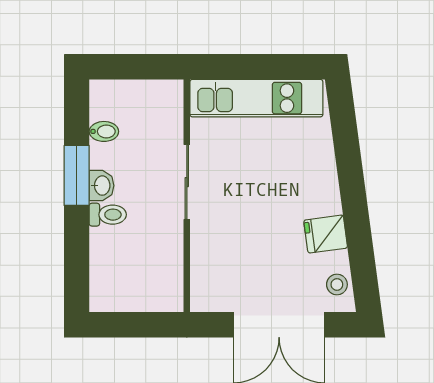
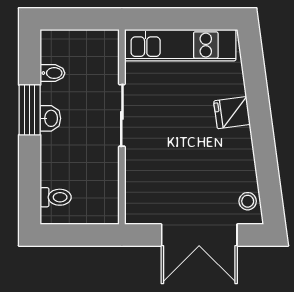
toilet: (108, 215) -> (56, 197), moved
fridge: (326, 234) -> (232, 113), moved

